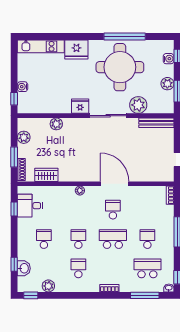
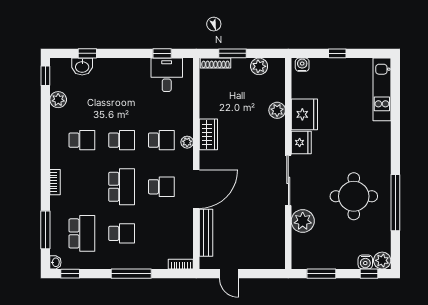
fridge: (76, 49) -> (304, 114), moved, turned 180
round table: (120, 67) -> (354, 196), width x0.73, depth x0.73
plant: (167, 84) -> (382, 260), moved
water cooler: (23, 87) -> (302, 65), moved
window: (14, 99) -> (337, 53), moved
bench: (156, 123) -> (206, 233), moved
wardrobe: (46, 175) -> (208, 134), moved
school desk: (44, 239) -> (161, 140), moved

